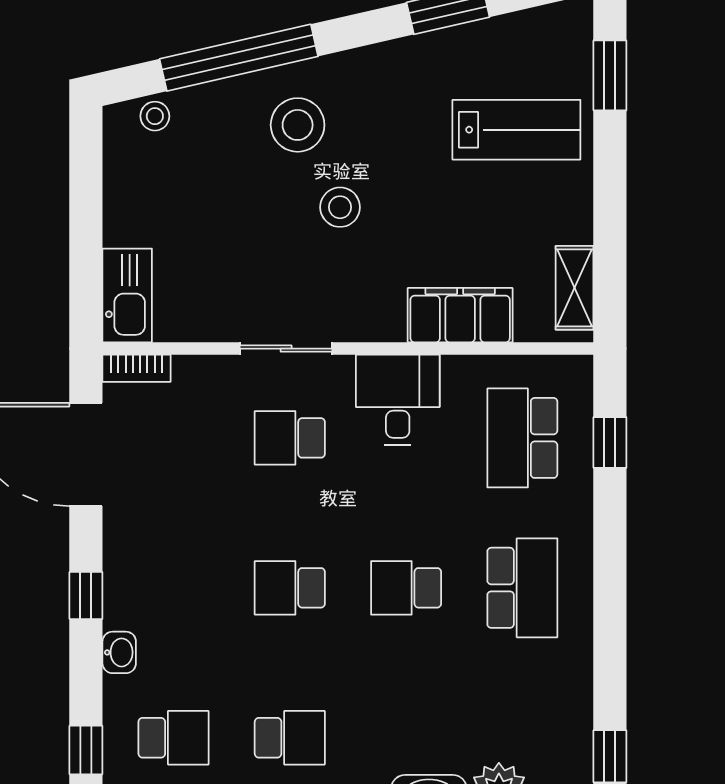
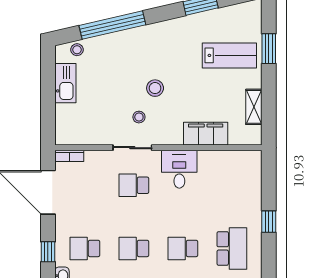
window: (610, 75) -> (269, 49), moved
stool: (298, 125) -> (139, 117), moved, width x0.53, depth x0.53
shelving: (575, 288) -> (254, 107), moved
kitchen sink: (127, 295) -> (65, 83), moved
school desk: (522, 438) -> (85, 248), moved, width x0.54
window: (610, 443) -> (269, 222), moved

